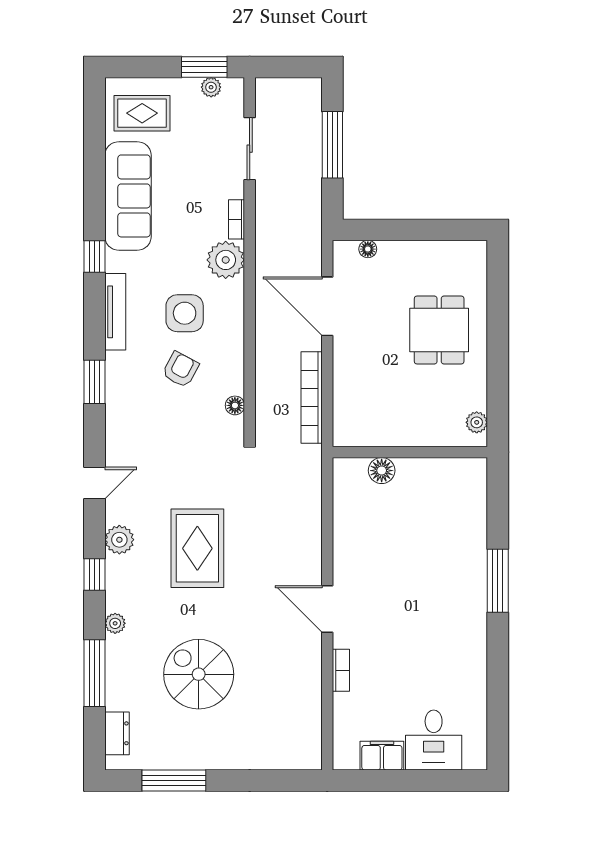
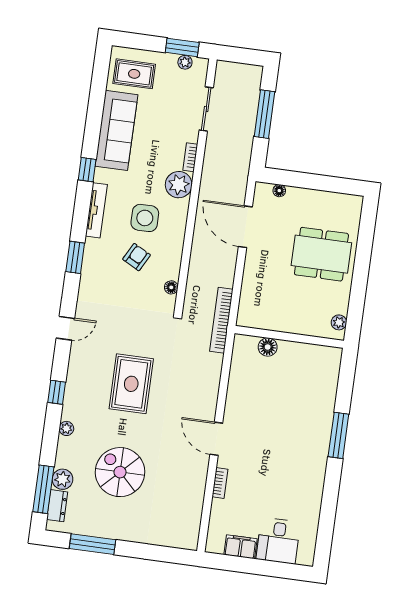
dining table: (439, 330) -> (321, 254), width x1.38
bookcase: (312, 398) -> (221, 320), moved
plant: (119, 540) -> (62, 479), moved
window: (95, 673) -> (43, 489), moved

